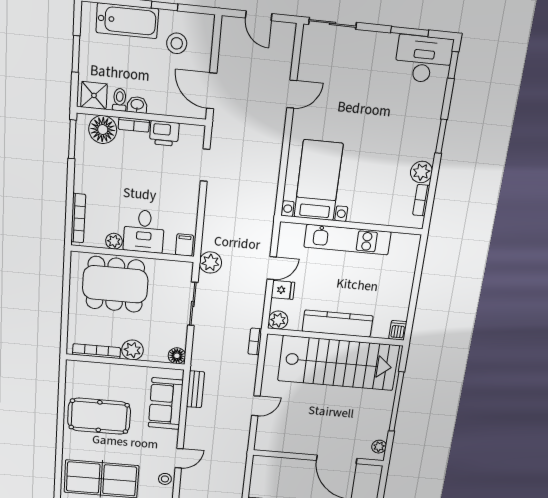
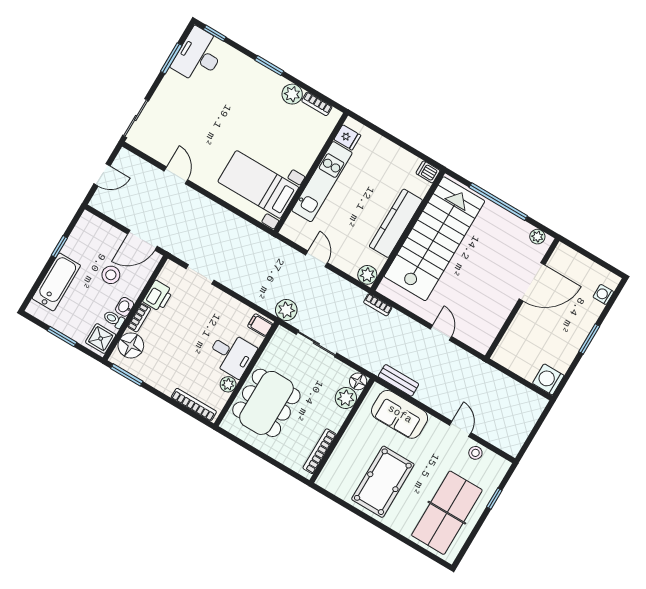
stool: (177, 43) -> (111, 275), moved
fridge: (283, 290) -> (347, 137), moved, turned 90
plant: (132, 350) -> (346, 398), moved

